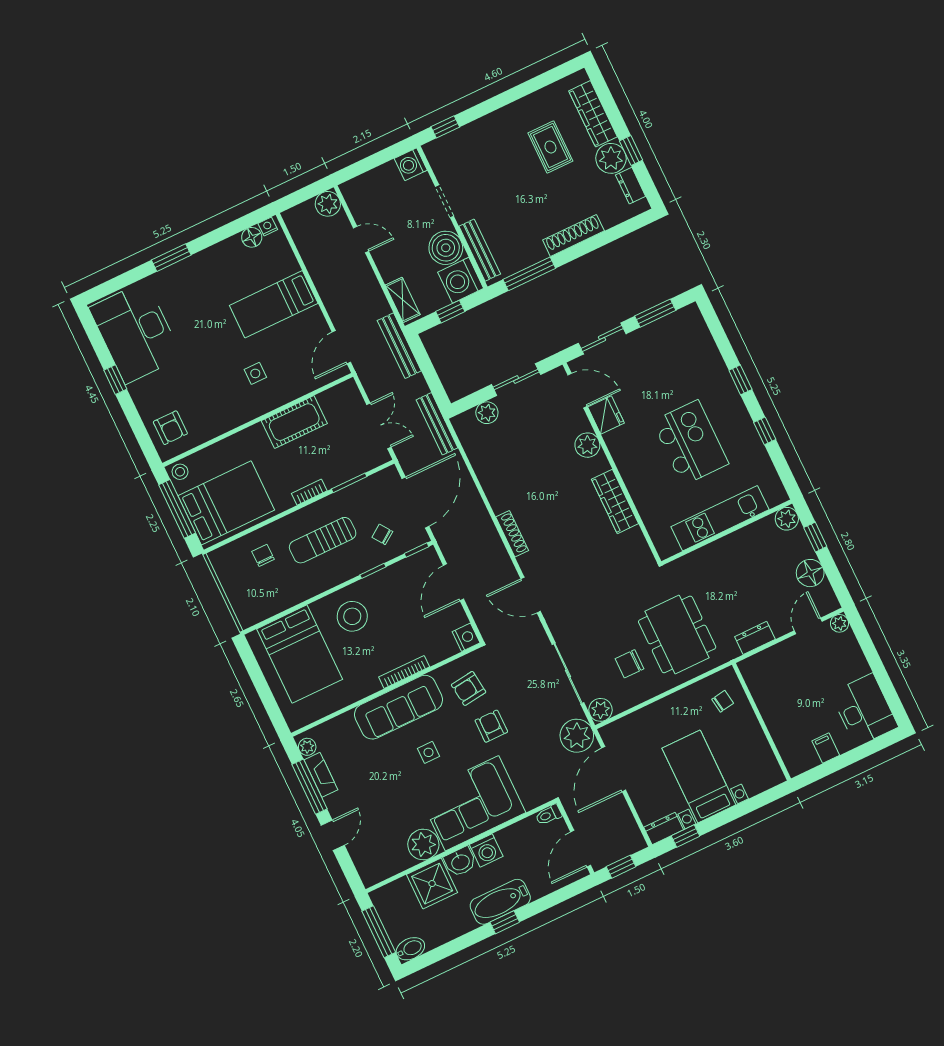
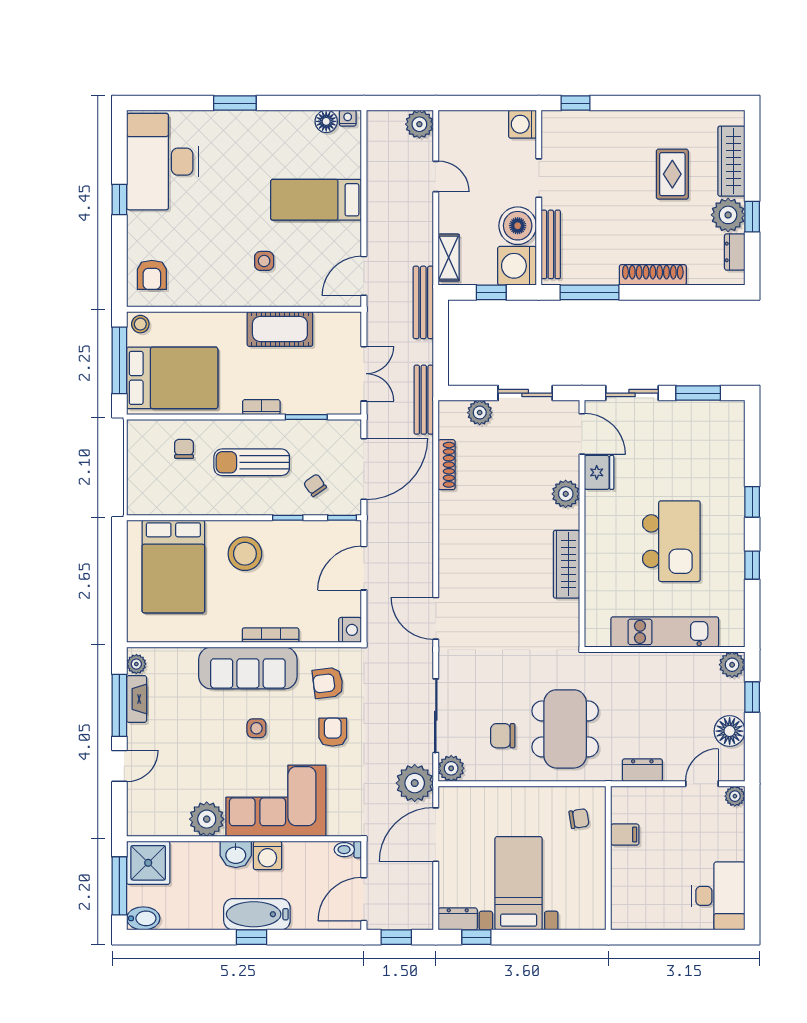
shoe rack: (512, 534) -> (447, 465), moved
filing cabinet: (826, 748) -> (625, 835), moved, turned 90
shower: (432, 884) -> (148, 863), moved

